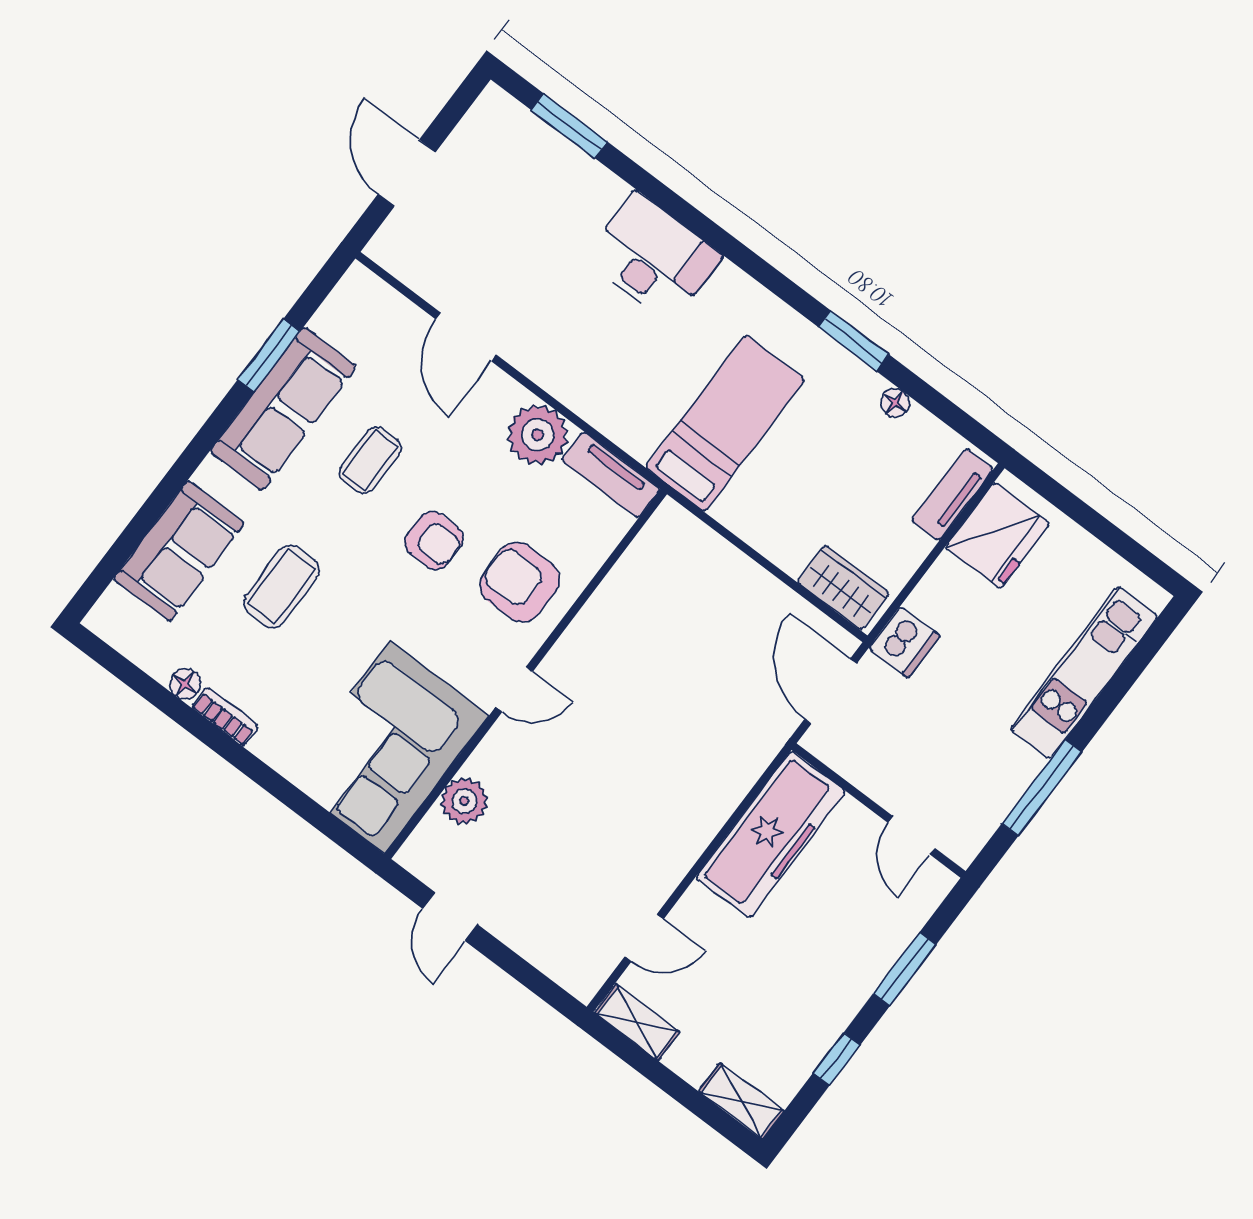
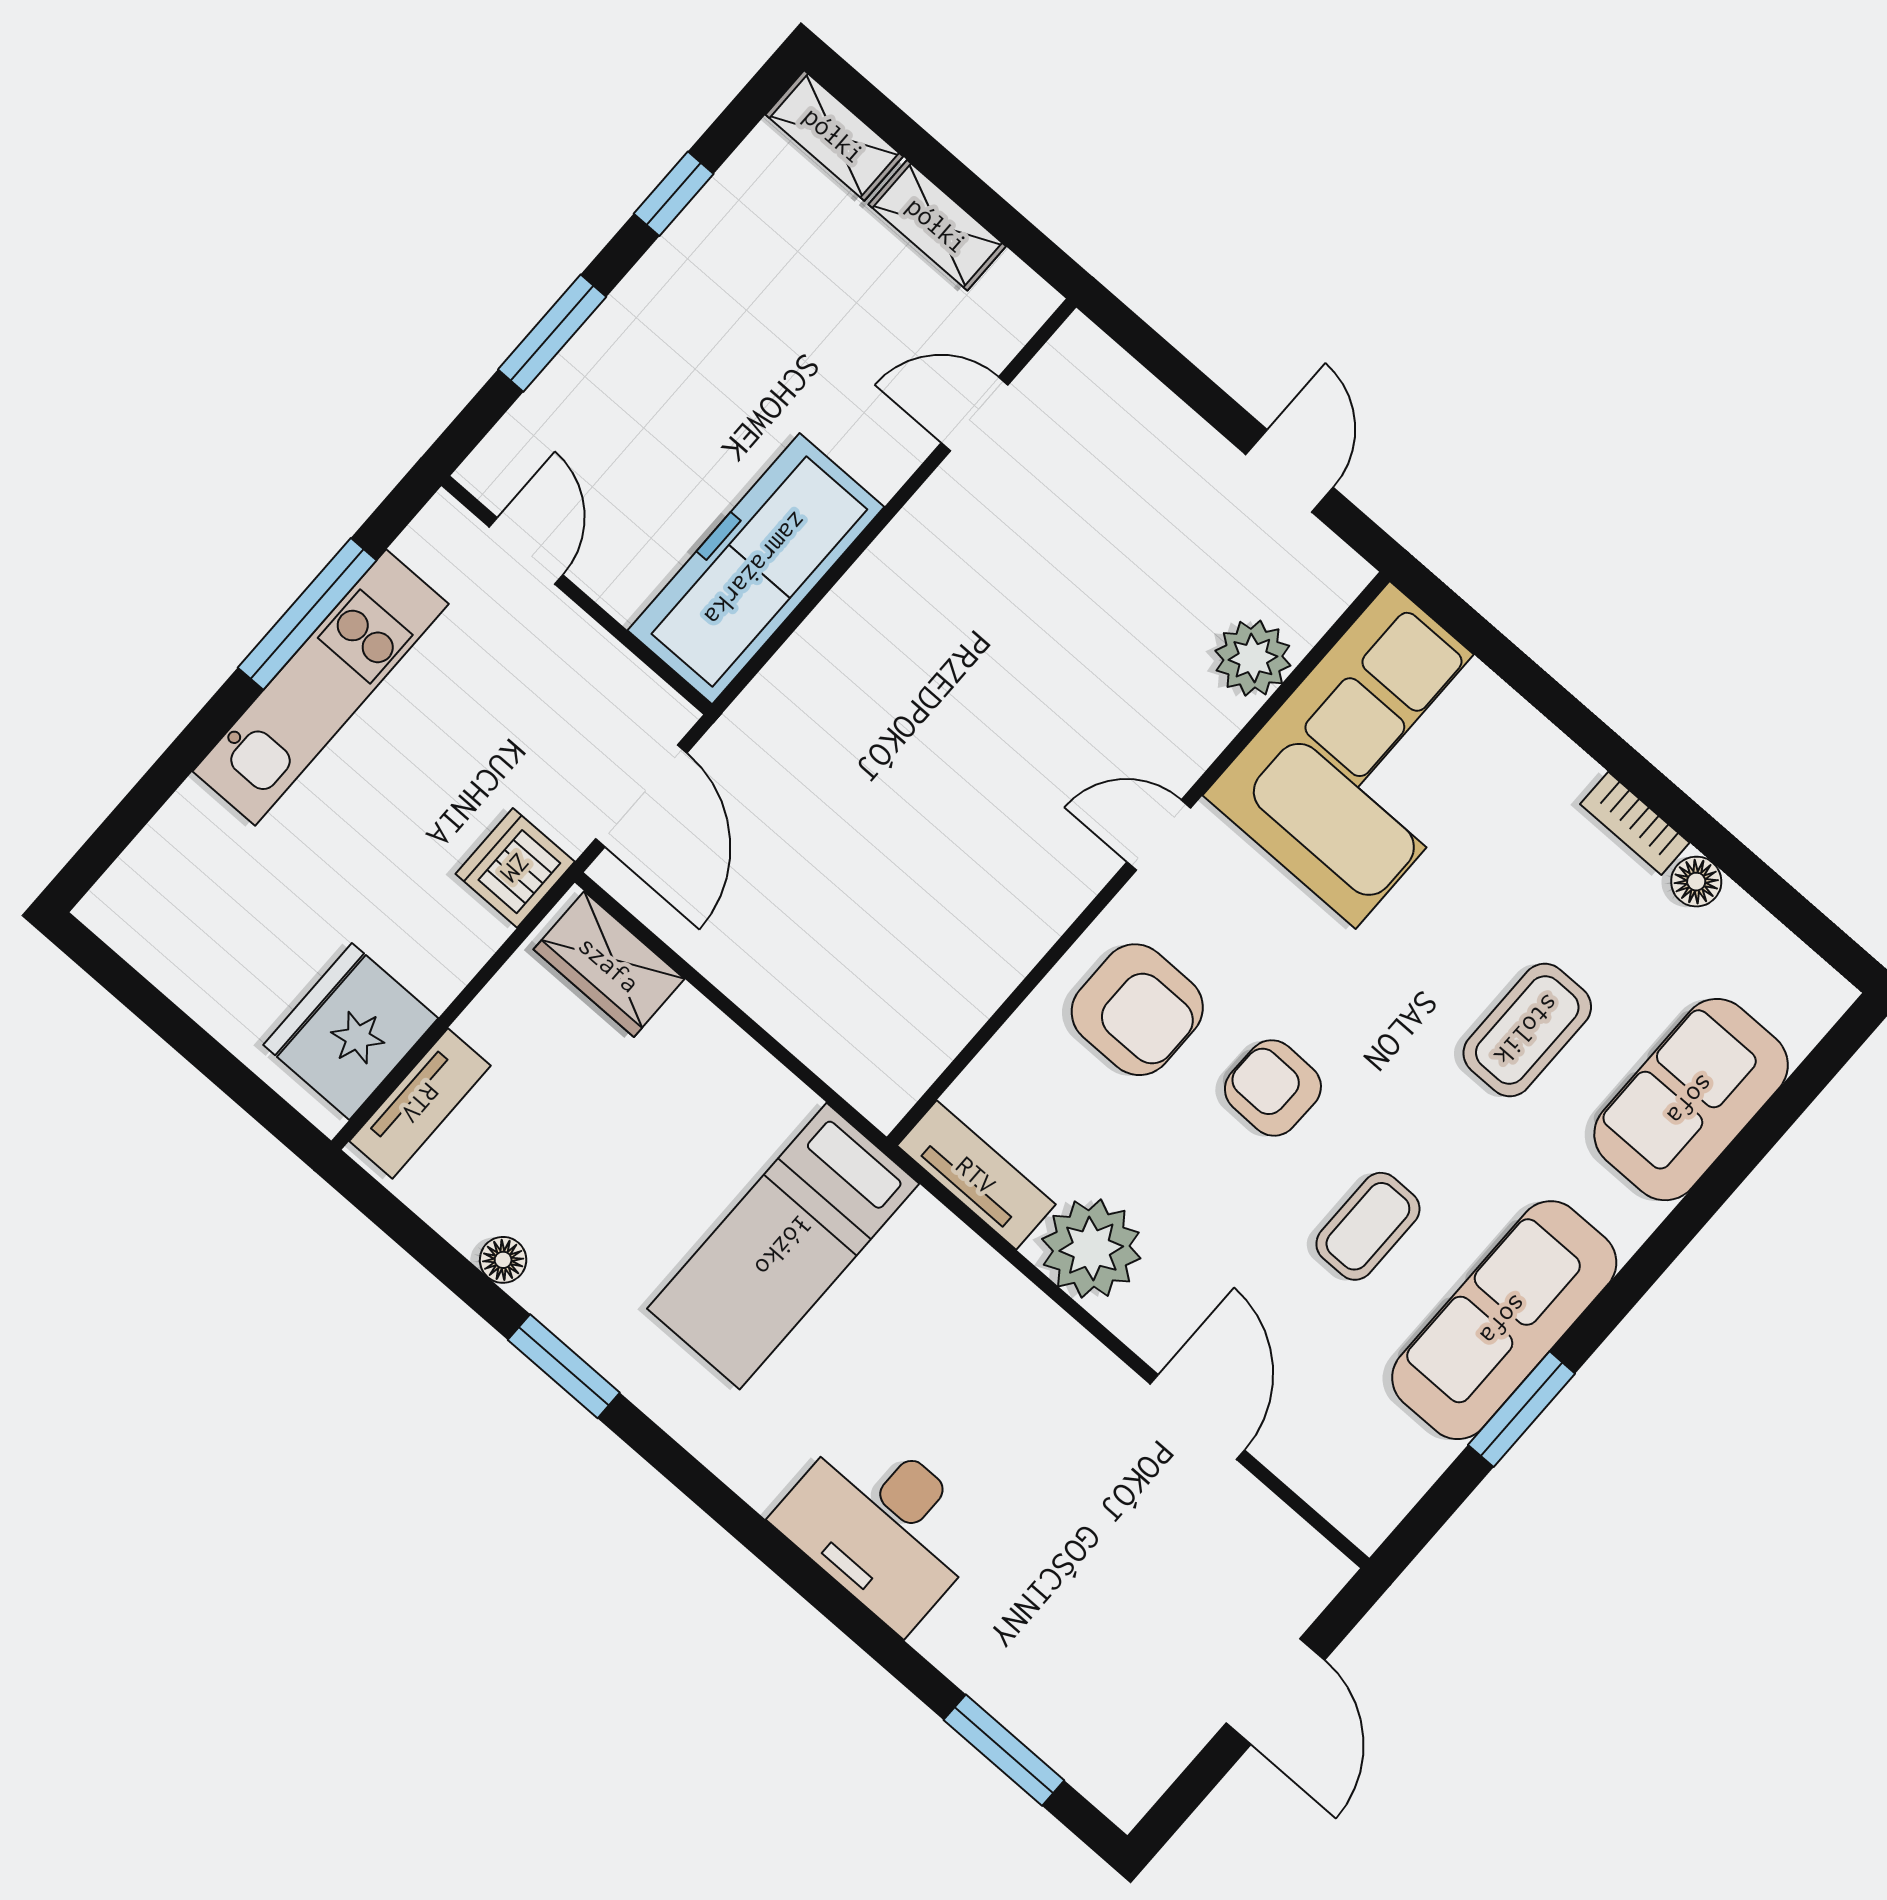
kitchen unit: (1084, 673) -> (321, 688), moved
shelving: (637, 1022) -> (937, 225), moved

